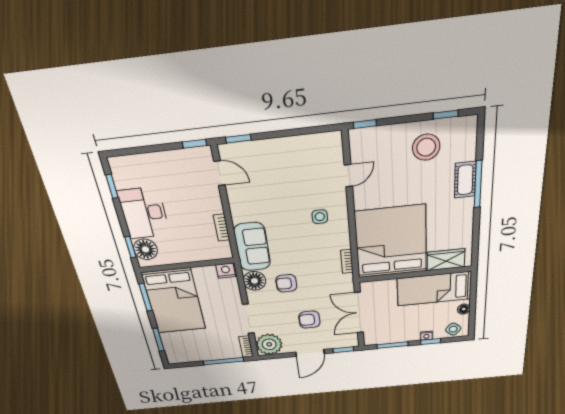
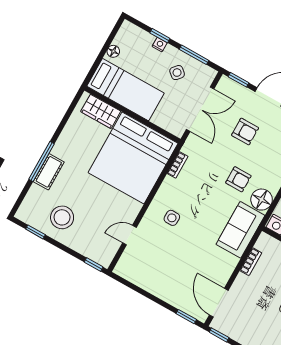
door: (219, 173) -> (219, 303), width x1.38
side table: (453, 329) -> (177, 73), moved

